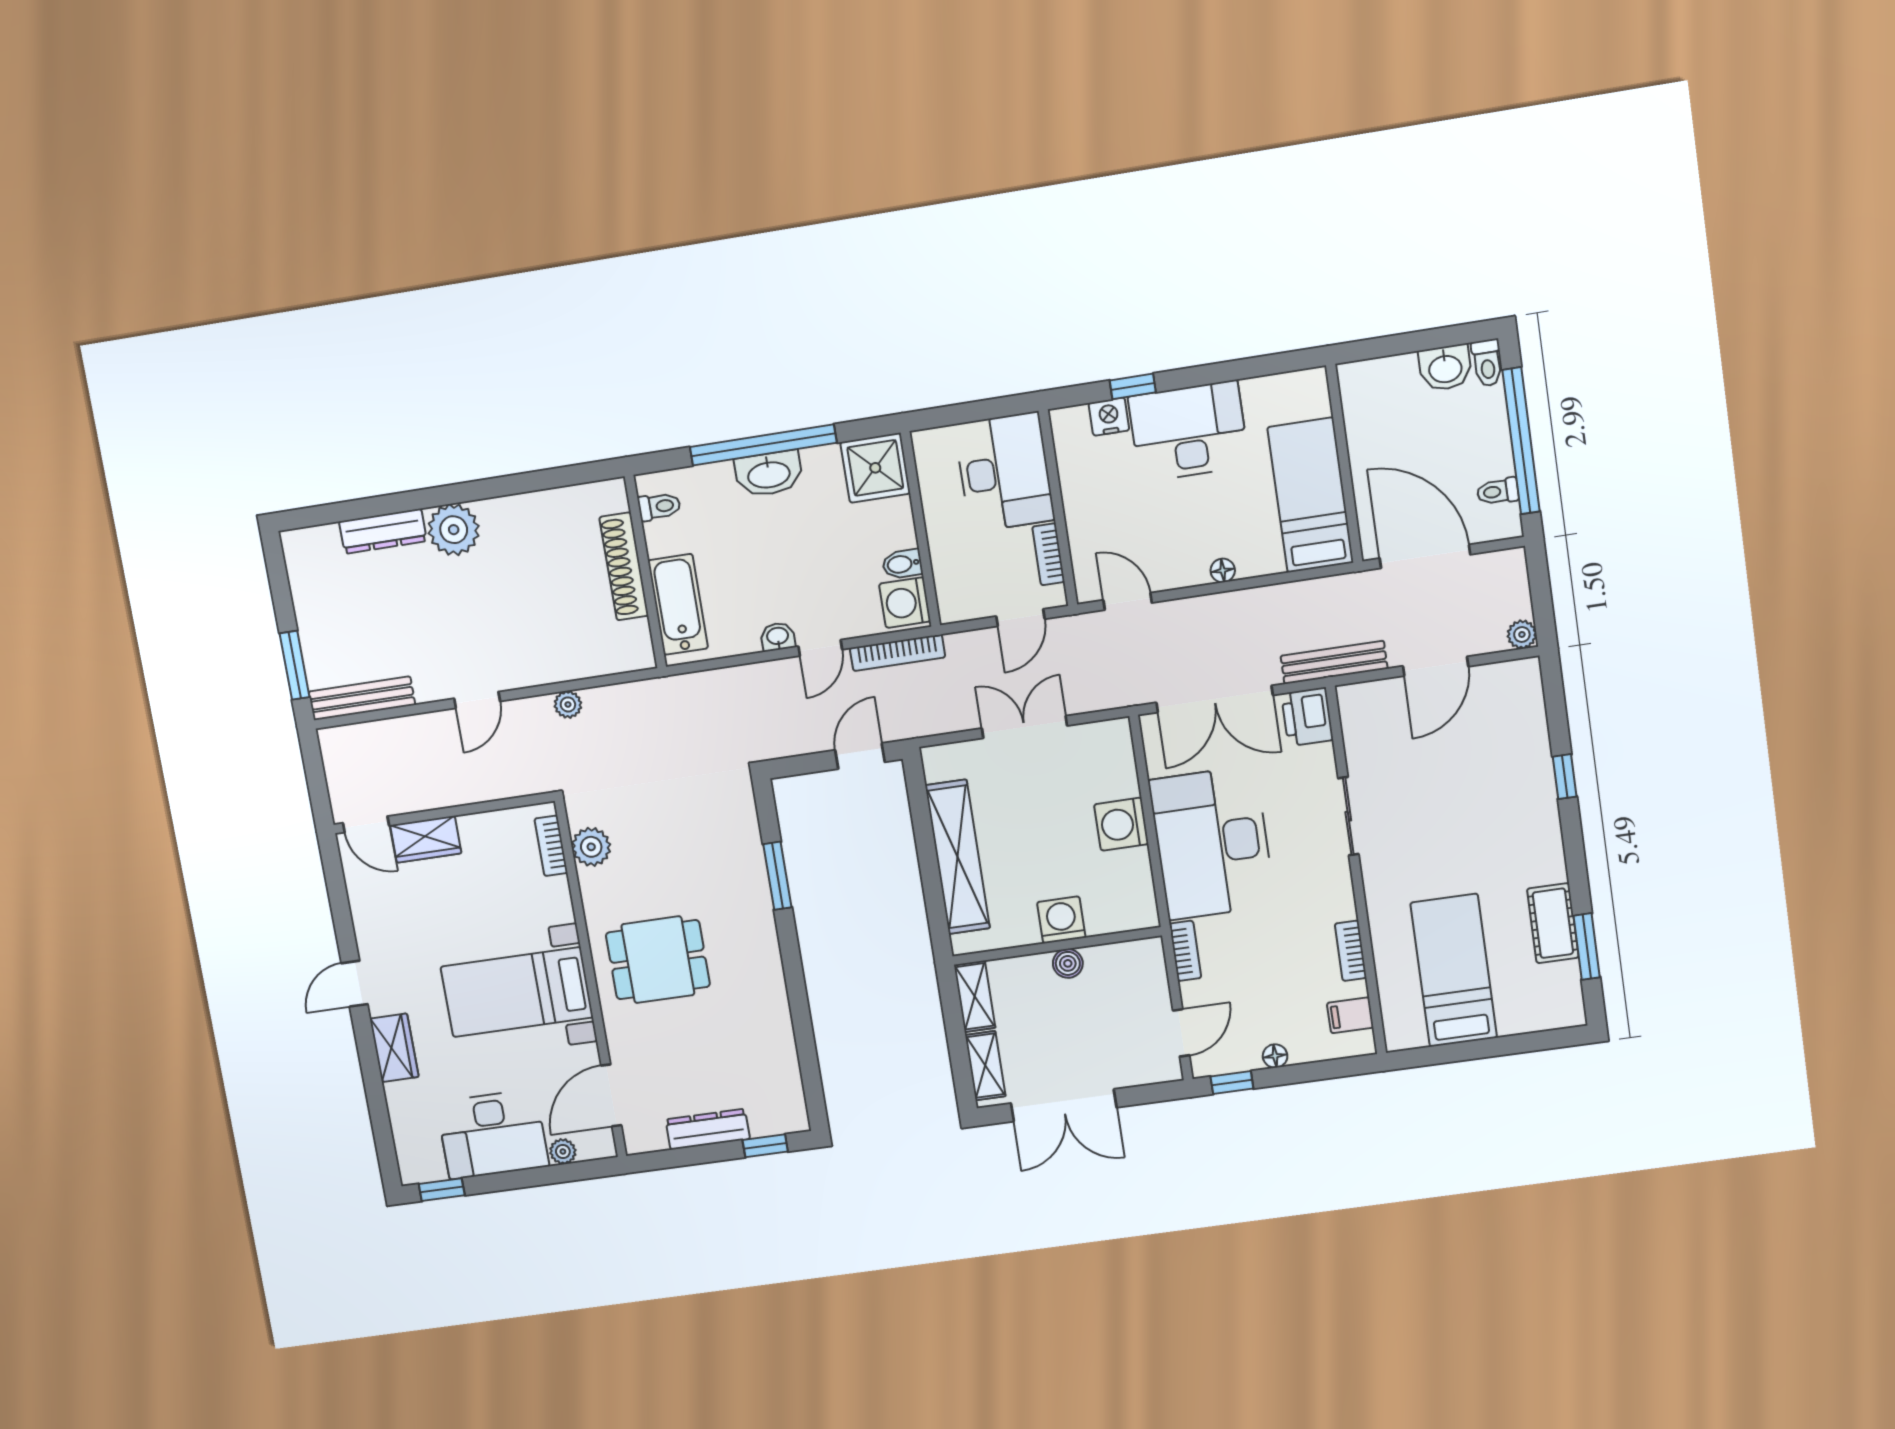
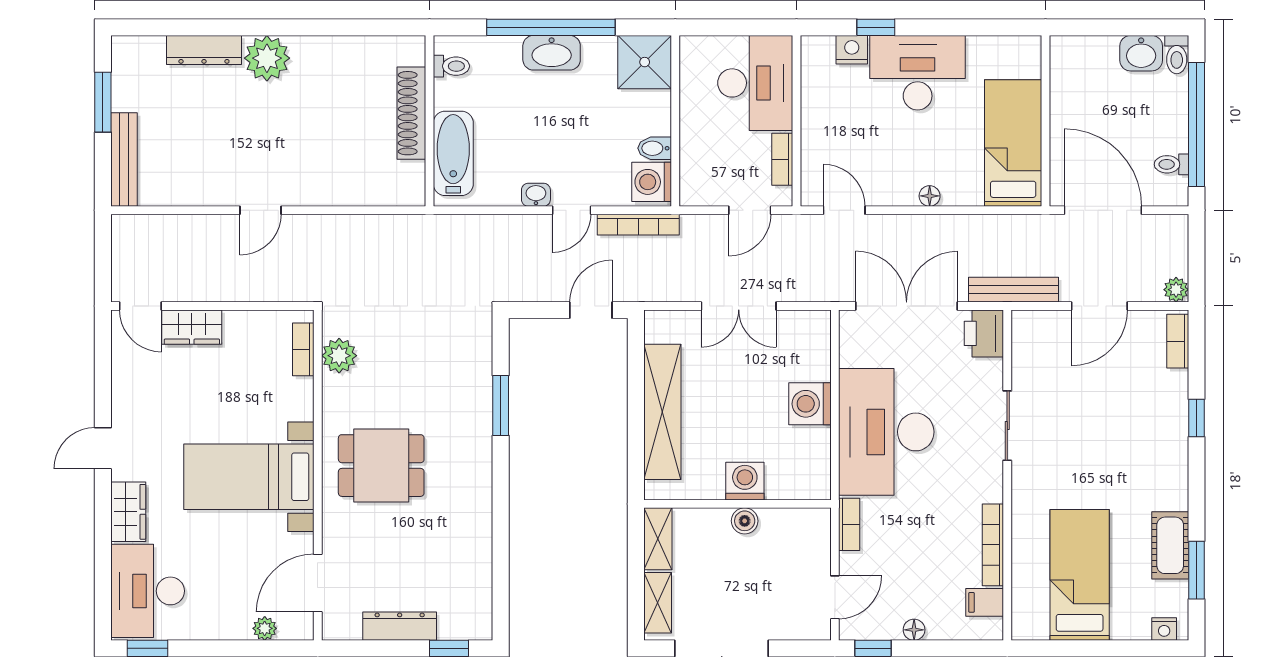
window: (295, 665) -> (103, 102), moved
bookcase: (1531, 693) -> (1178, 341), added
bench: (362, 698) -> (124, 160), moved, turned 90
double door: (1215, 699) -> (907, 306), swing flipped
plant: (568, 704) -> (341, 226), removed
double door: (1024, 727) -> (739, 306), swing flipped
bookcase: (1351, 951) -> (993, 545), width x1.56
nightstand: (1558, 1017) -> (1164, 629), added
desk: (493, 1134) -> (148, 591), moved, turned 90

